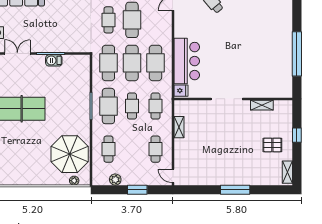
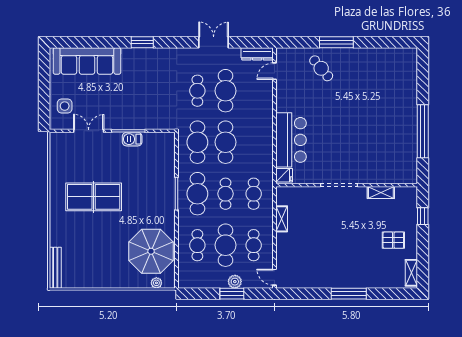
cafe table: (155, 63) -> (226, 245), moved
window: (297, 135) -> (423, 216), moved
plant: (115, 180) -> (235, 282), moved

